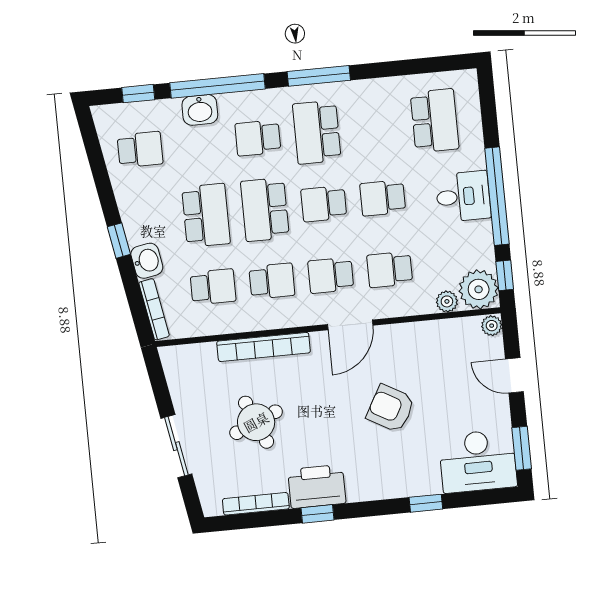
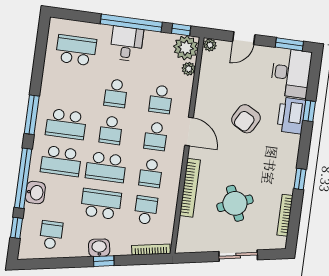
school desk: (258, 138) -> (61, 161), width x1.85
washbasin: (147, 261) -> (99, 248), moved
school desk: (272, 281) -> (151, 173), turned 180
printer: (317, 486) -> (291, 115), moved

